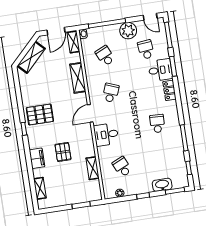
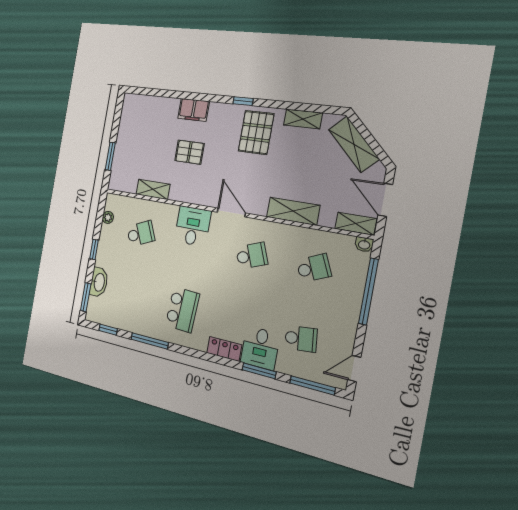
plant: (128, 31) -> (343, 322), removed
school desk: (111, 93) -> (252, 256), turned -42
school desk: (157, 124) -> (182, 310), width x1.85
shelving: (40, 188) -> (303, 119), moved

